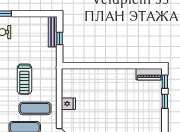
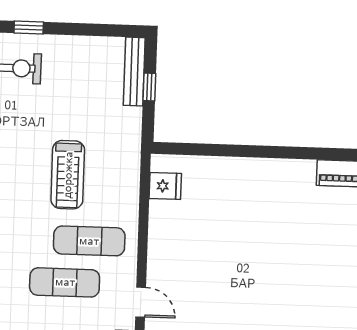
fridge: (68, 104) -> (165, 186), moved

